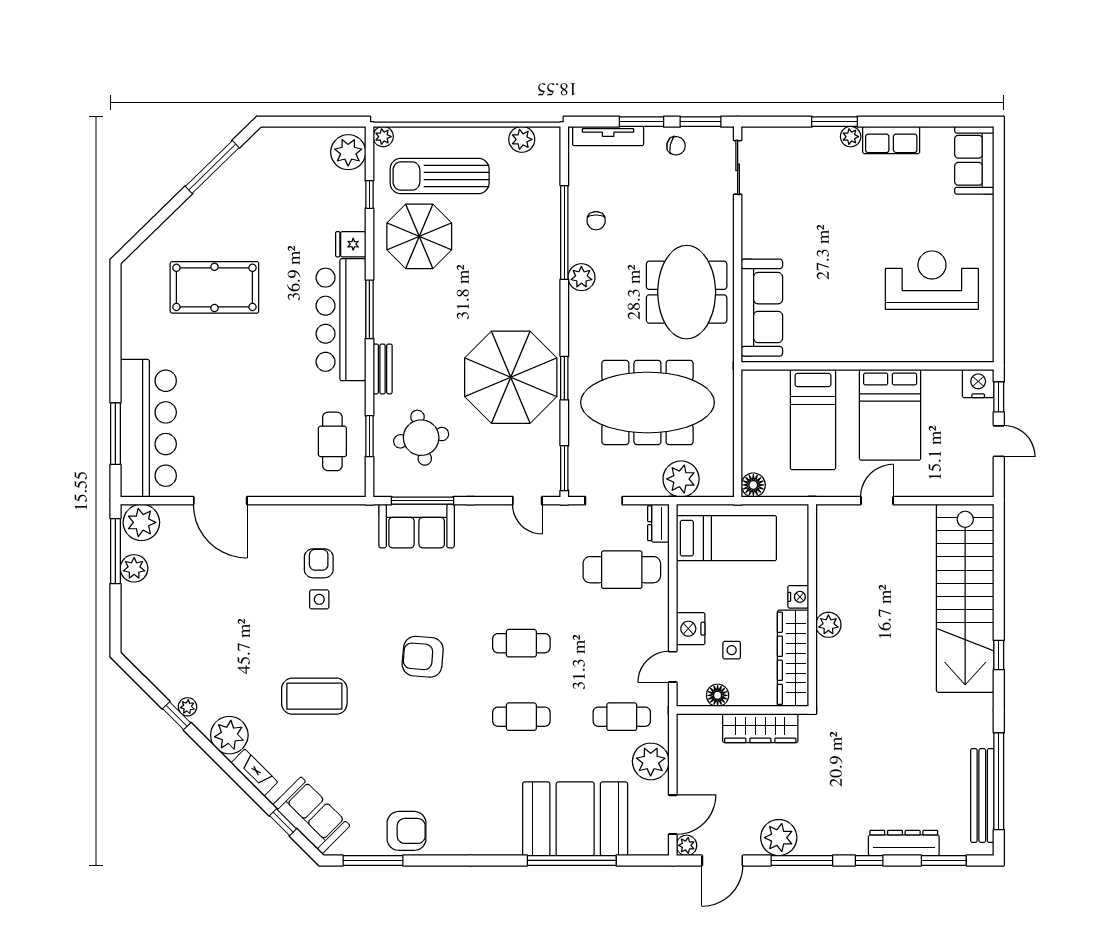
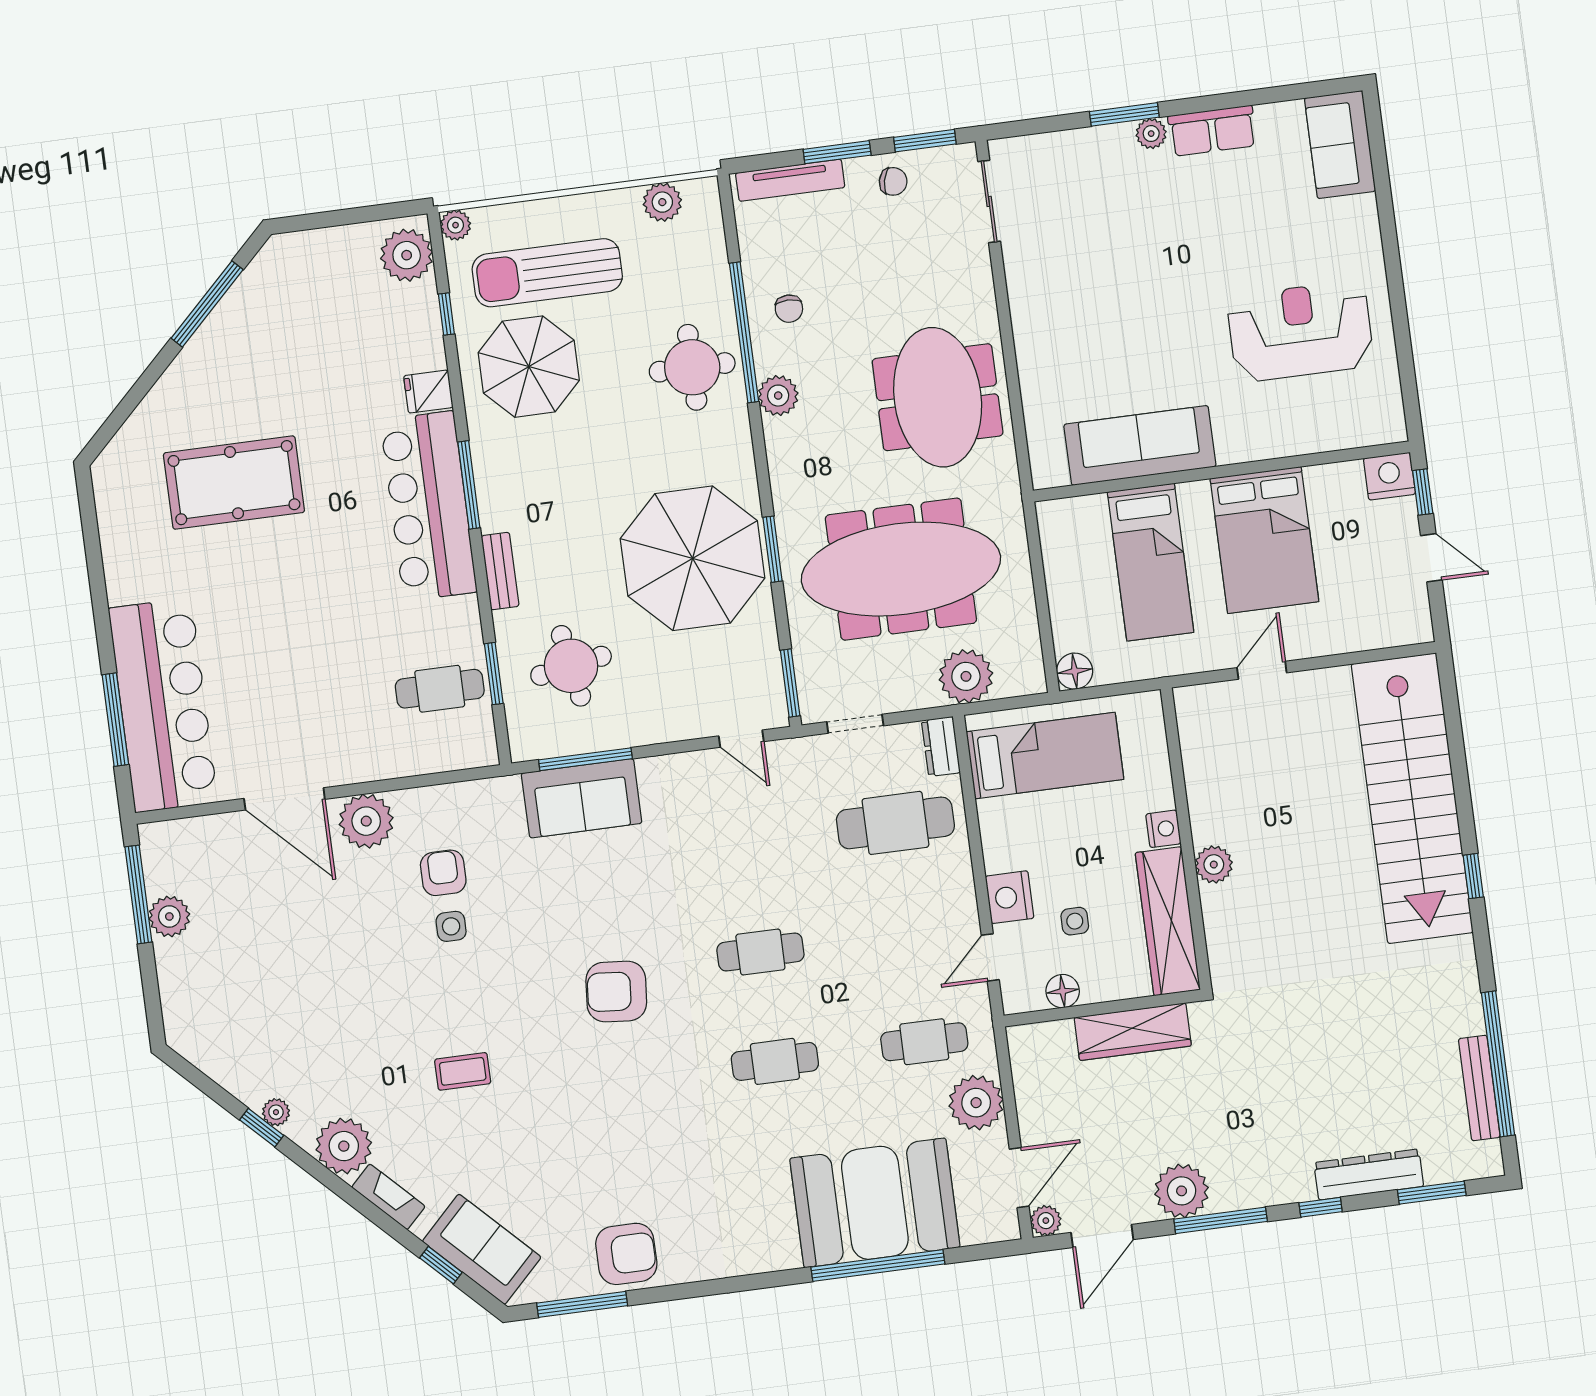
round table: (527, 251) -> (692, 367), added
sofa: (762, 308) -> (1140, 445), moved, turned -90
cafe table: (332, 441) -> (440, 689), turned 90
plant: (141, 522) -> (366, 821), moved
coffee table: (314, 696) -> (463, 1071), width x0.54, depth x0.58
bench: (982, 796) -> (1479, 1088), width x0.73, depth x0.82

